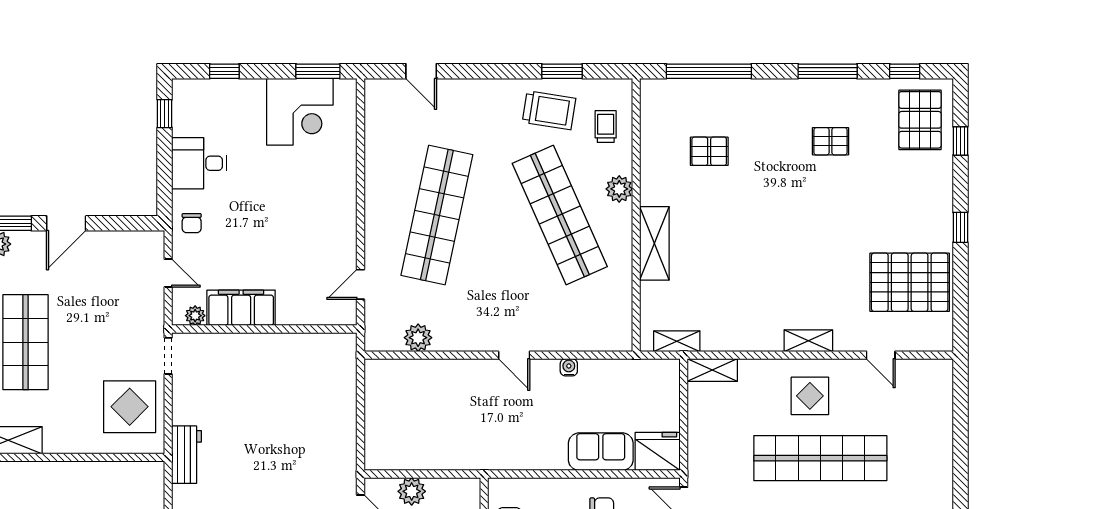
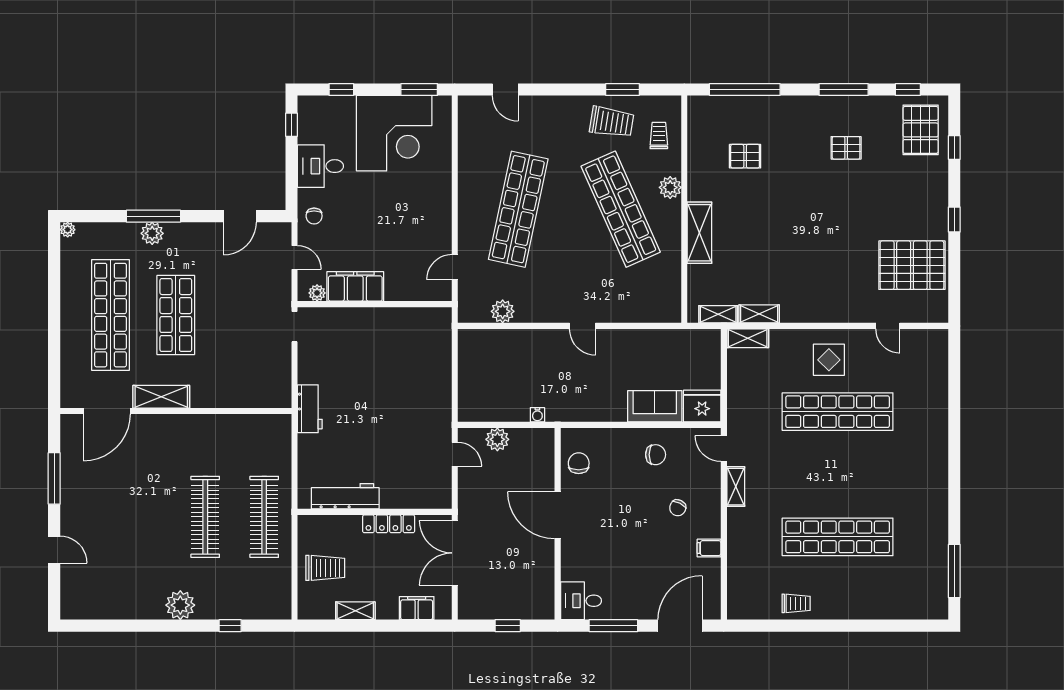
corner desk: (300, 112) -> (394, 133), width x1.36, depth x1.36
door: (66, 223) -> (240, 216), moved
shelving: (808, 341) -> (759, 314), moved
water cooler: (569, 367) -> (537, 415), moved, turned 180
display table: (130, 407) -> (262, 369), removed

